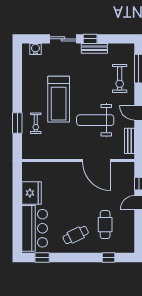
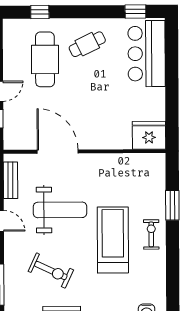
exercise bike: (120, 78) -> (51, 271), moved, turned 115
exercise bike: (36, 123) -> (151, 234), moved
fridge: (31, 193) -> (149, 135), moved, turned 90
cafe table: (105, 225) -> (45, 59), width x1.37, depth x1.35

